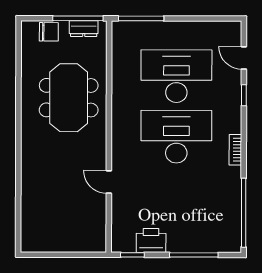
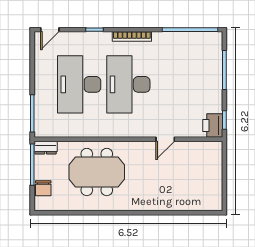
dresser: (84, 29) -> (46, 148), moved, turned 90
chair: (49, 32) -> (43, 188), turned 180
door: (244, 58) -> (50, 30), moved
bookcase: (235, 150) -> (132, 36), width x1.56
printer: (151, 241) -> (213, 125), moved

